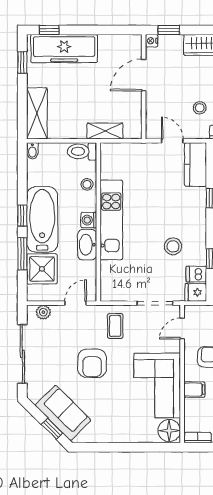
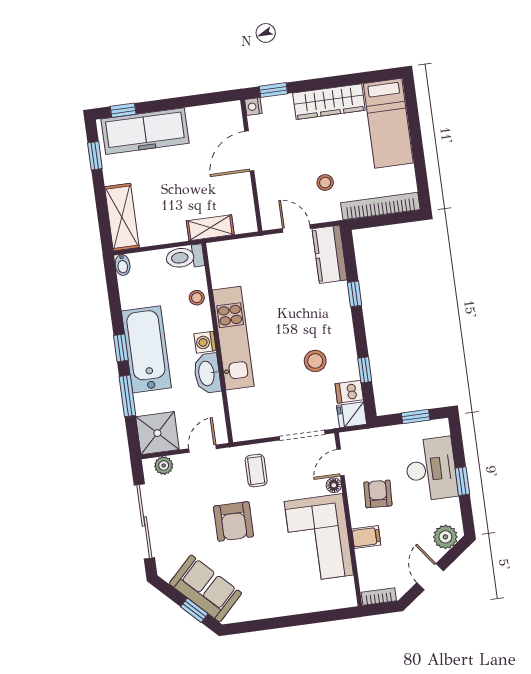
shower: (42, 269) -> (157, 433), moved
floor lamp: (169, 431) -> (334, 485), moved, width x0.53, depth x0.53

